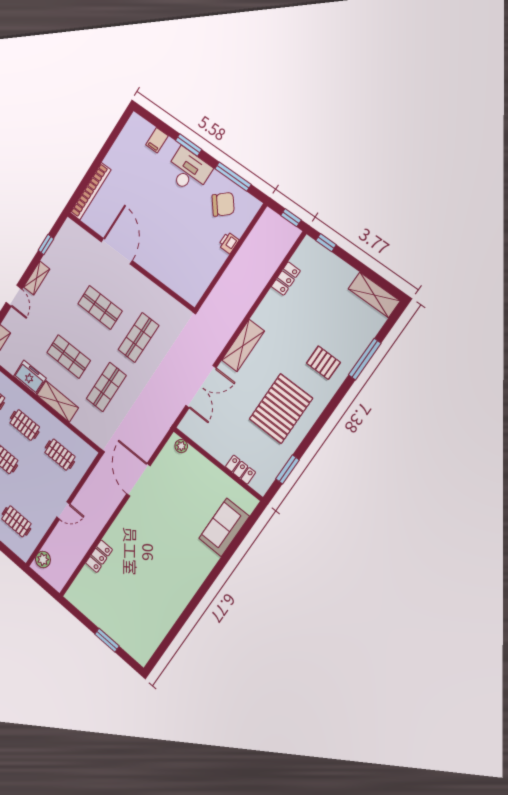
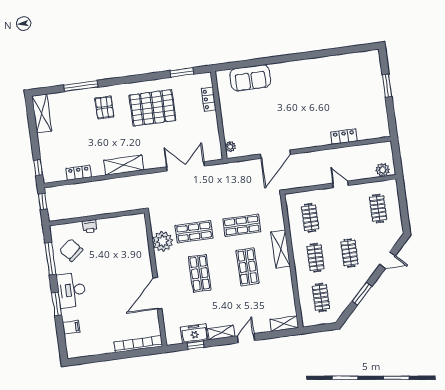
plant: (156, 300) -> (163, 241), added
shelving: (243, 346) -> (124, 165), moved
freezer: (30, 377) -> (194, 334), moved, turned 90

